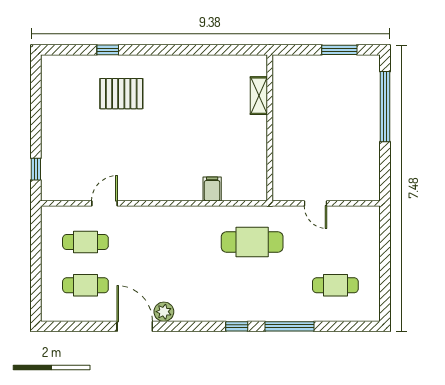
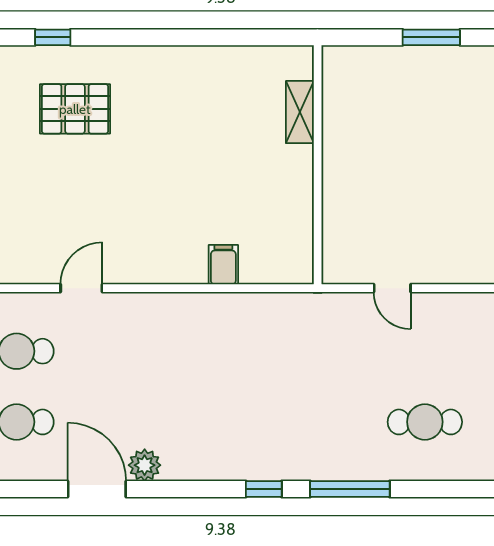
door: (105, 203) -> (81, 288), moved
cafe table: (252, 242) -> (289, 351), removed

